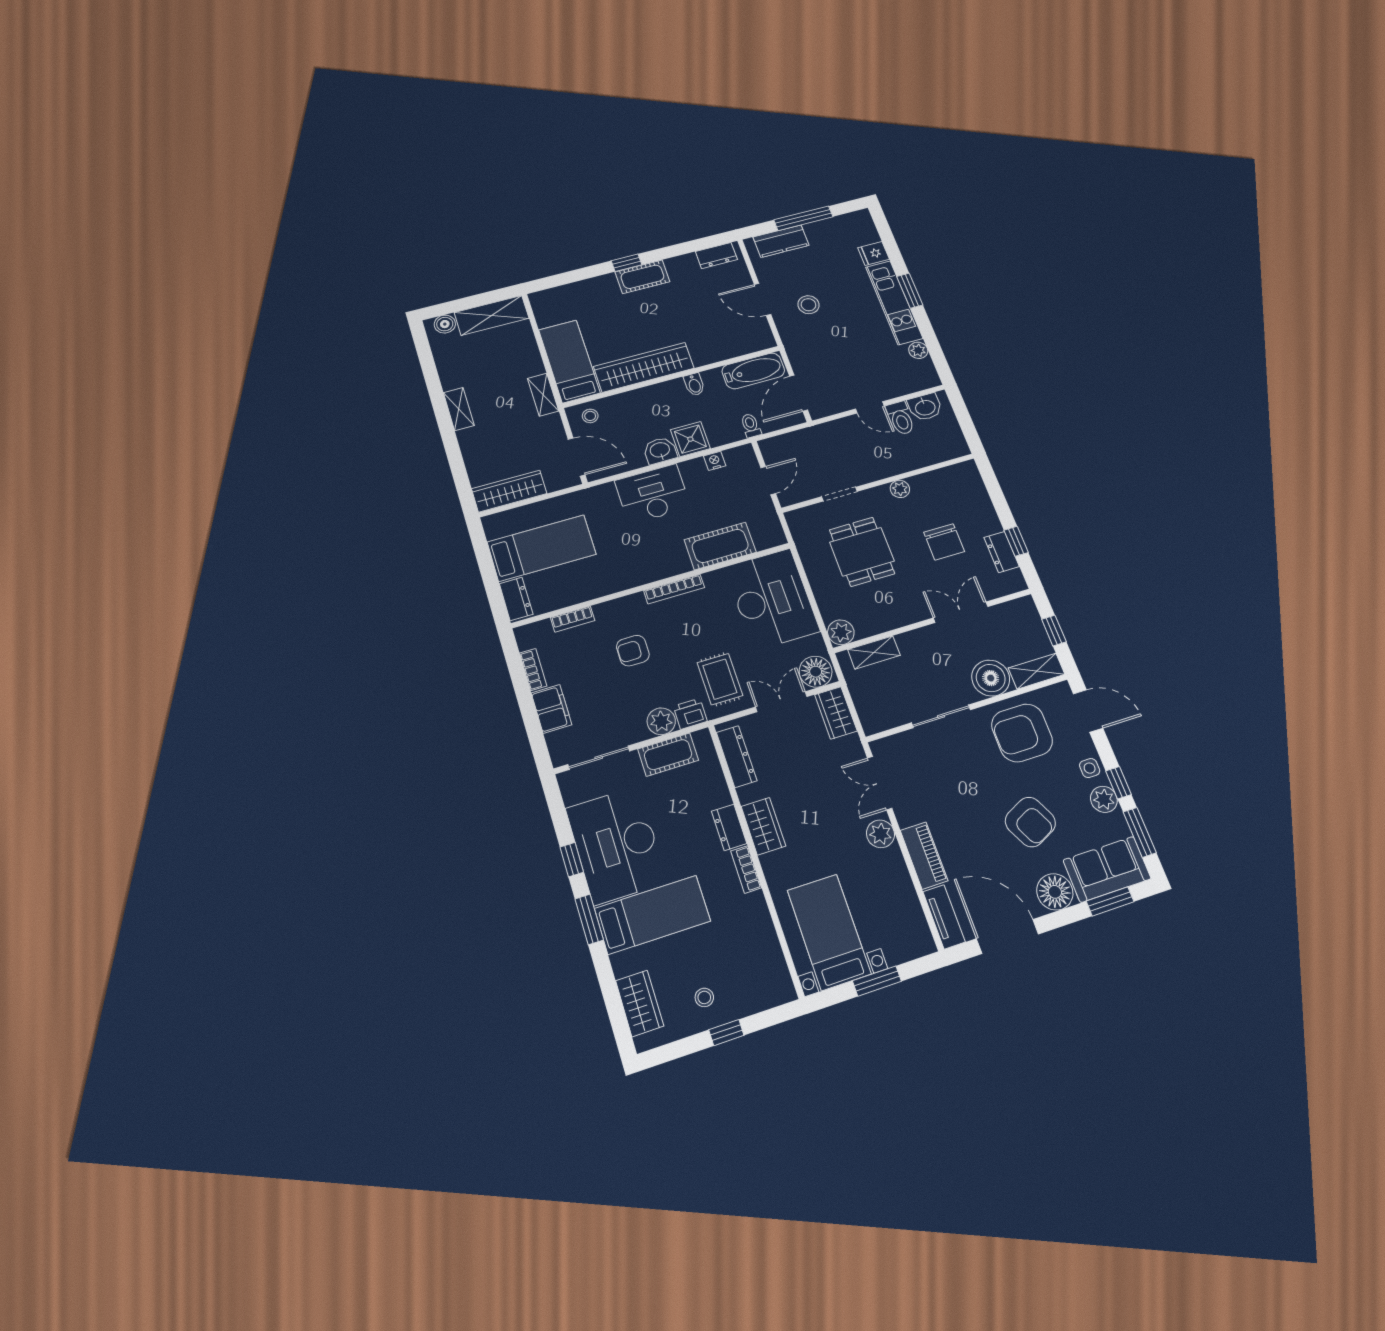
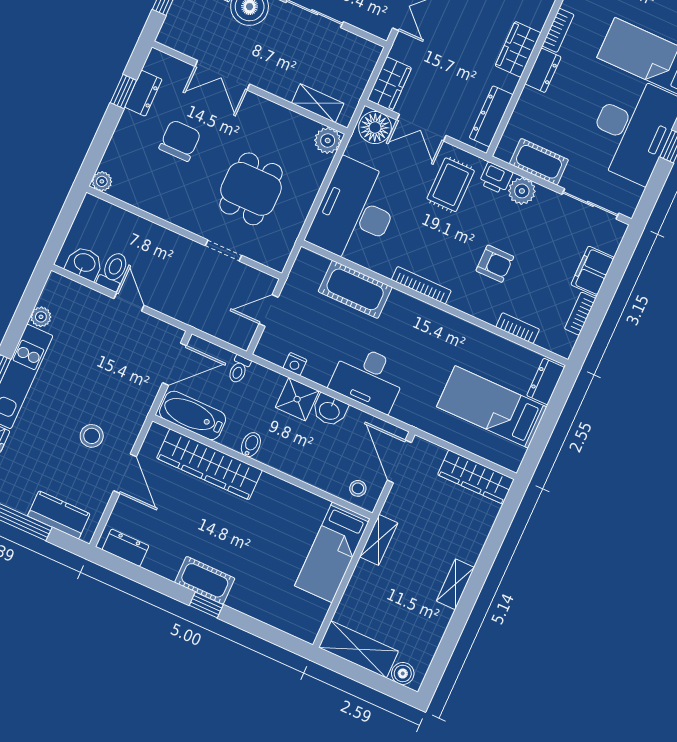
wardrobe: (644, 367) -> (209, 464), moved
plant: (900, 489) -> (102, 181), moved

